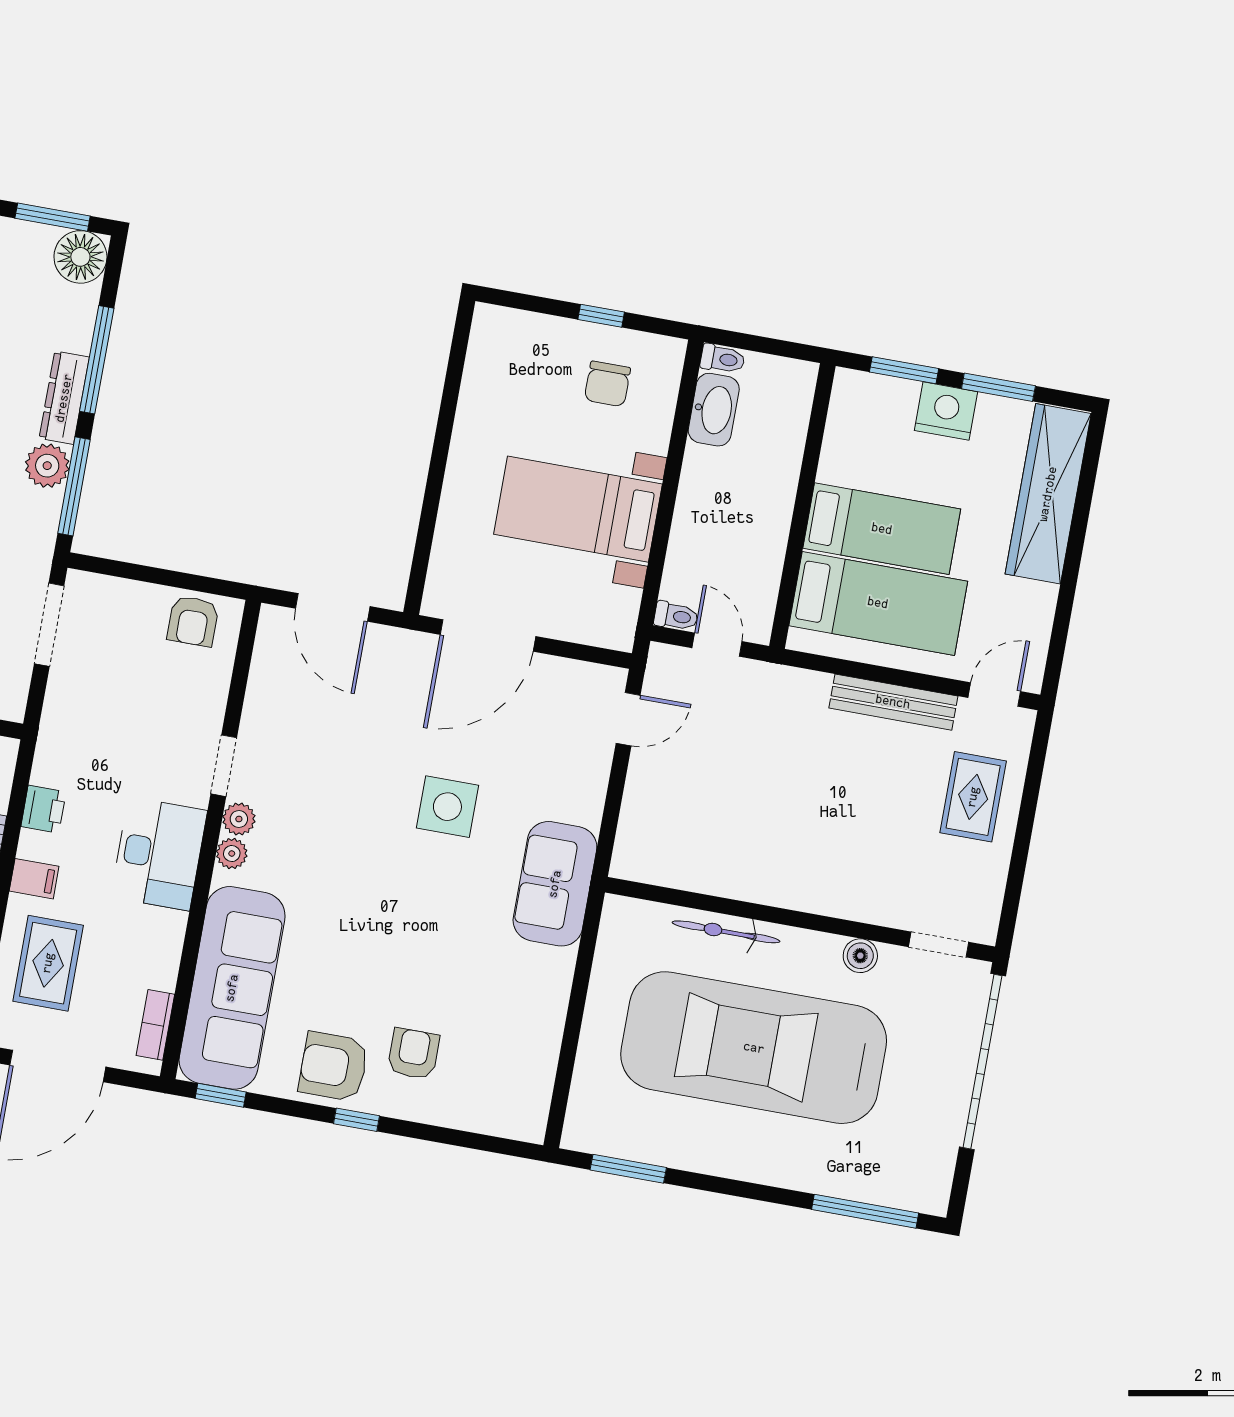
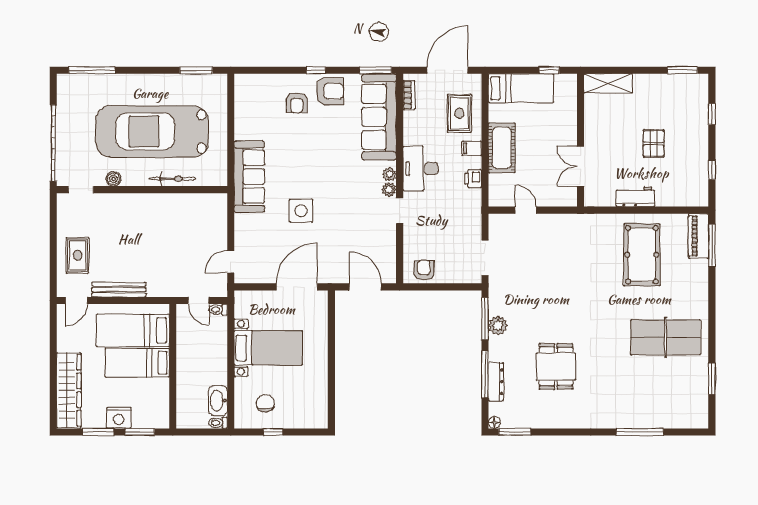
floor lamp: (80, 257) -> (494, 422), width x0.53, depth x0.53
dresser: (64, 398) -> (496, 382), moved
sofa: (555, 884) -> (249, 177), width x1.36
car: (754, 1048) -> (152, 131), turned 180
window: (221, 1095) -> (376, 70), width x1.50

